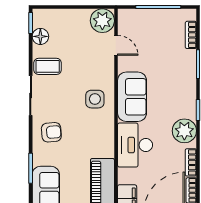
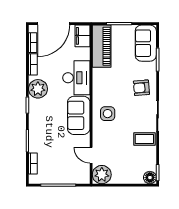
floor lamp: (40, 36) -> (150, 178), moved

